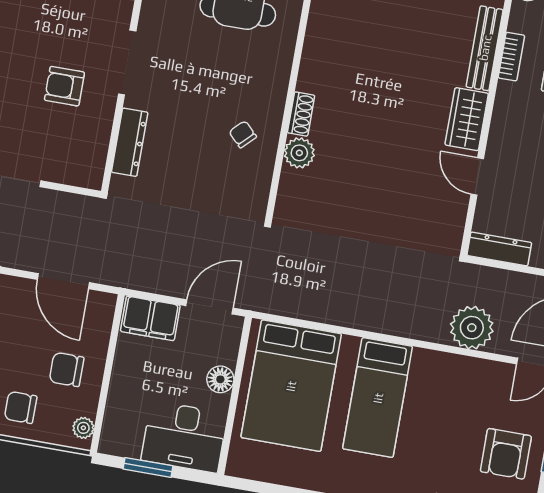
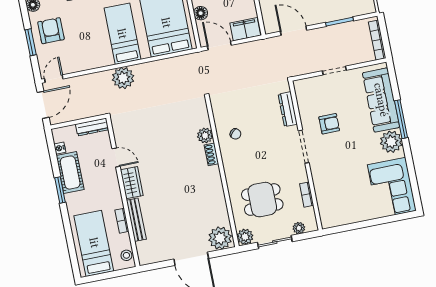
door: (209, 307) -> (219, 46), swing flipped
plant: (472, 328) -> (123, 78), moved

